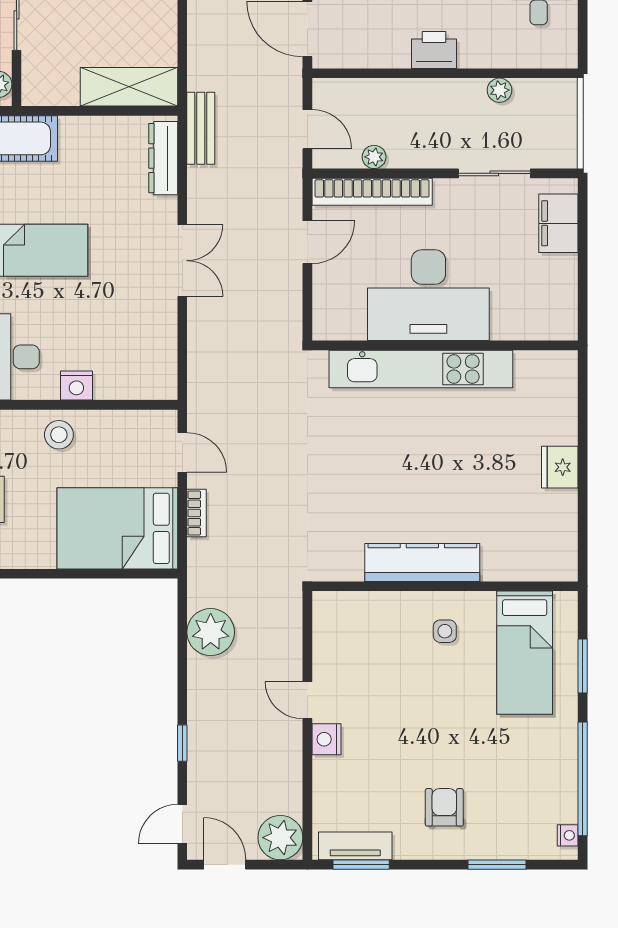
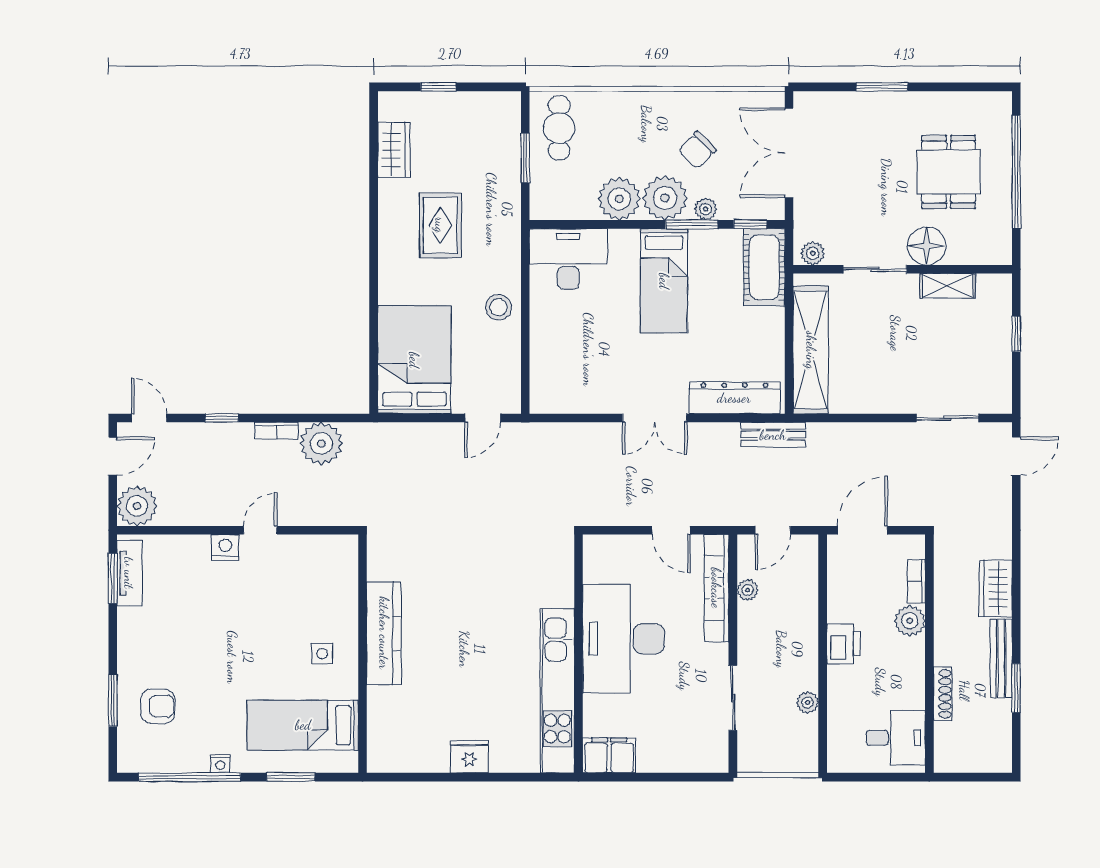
shelving: (129, 87) -> (811, 350), width x1.47
dresser: (163, 158) -> (734, 398), width x1.37, depth x1.24
filing cabinet: (558, 223) -> (609, 755), moved
kitchen unit: (421, 369) -> (557, 691), moved
nightstand: (76, 386) -> (543, 323), removed
bookcase: (197, 513) -> (276, 431), moved
armchair: (444, 807) -> (158, 706), moved
nightstand: (568, 835) -> (220, 764), moved

